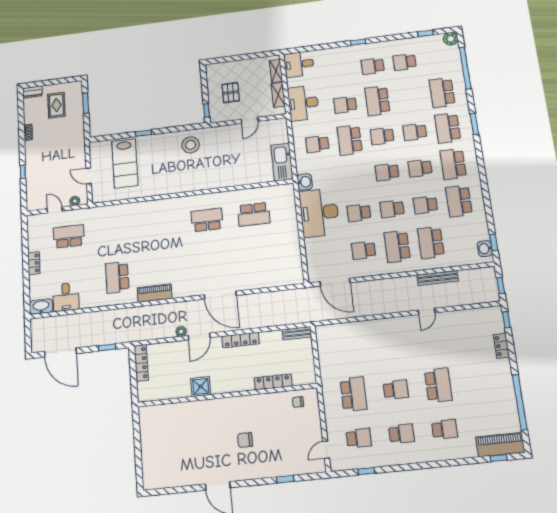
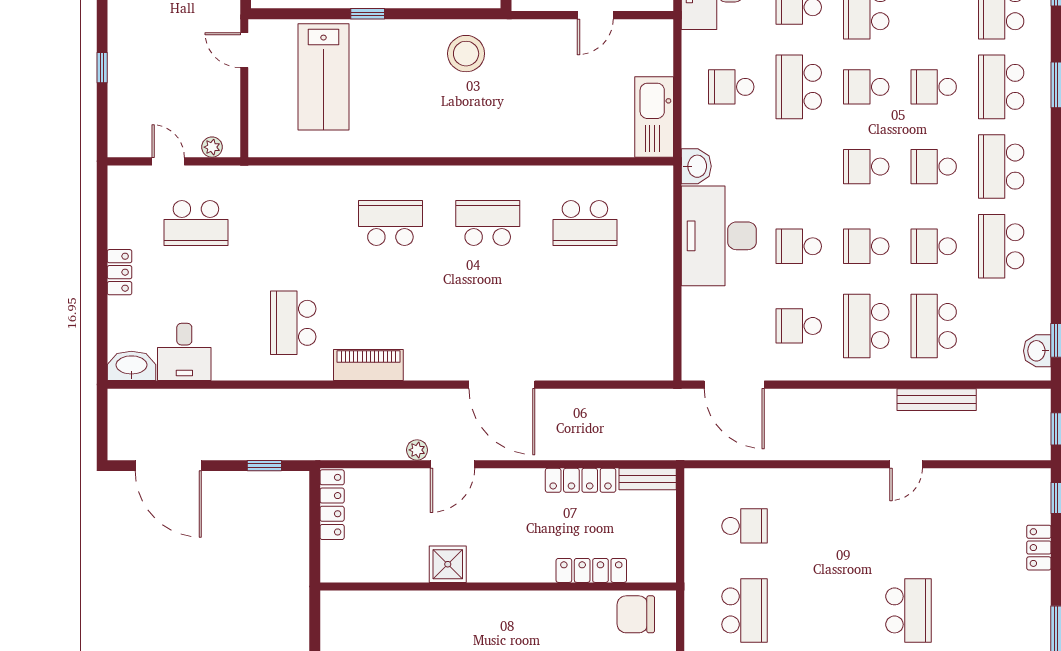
door: (89, 176) -> (244, 50), moved
school desk: (161, 225) -> (390, 223), added
school desk: (69, 236) -> (196, 223), turned 180
locker: (241, 340) -> (581, 480), moved
school desk: (396, 390) -> (745, 526), moved
chair: (298, 402) -> (636, 614), width x1.87, depth x1.87

